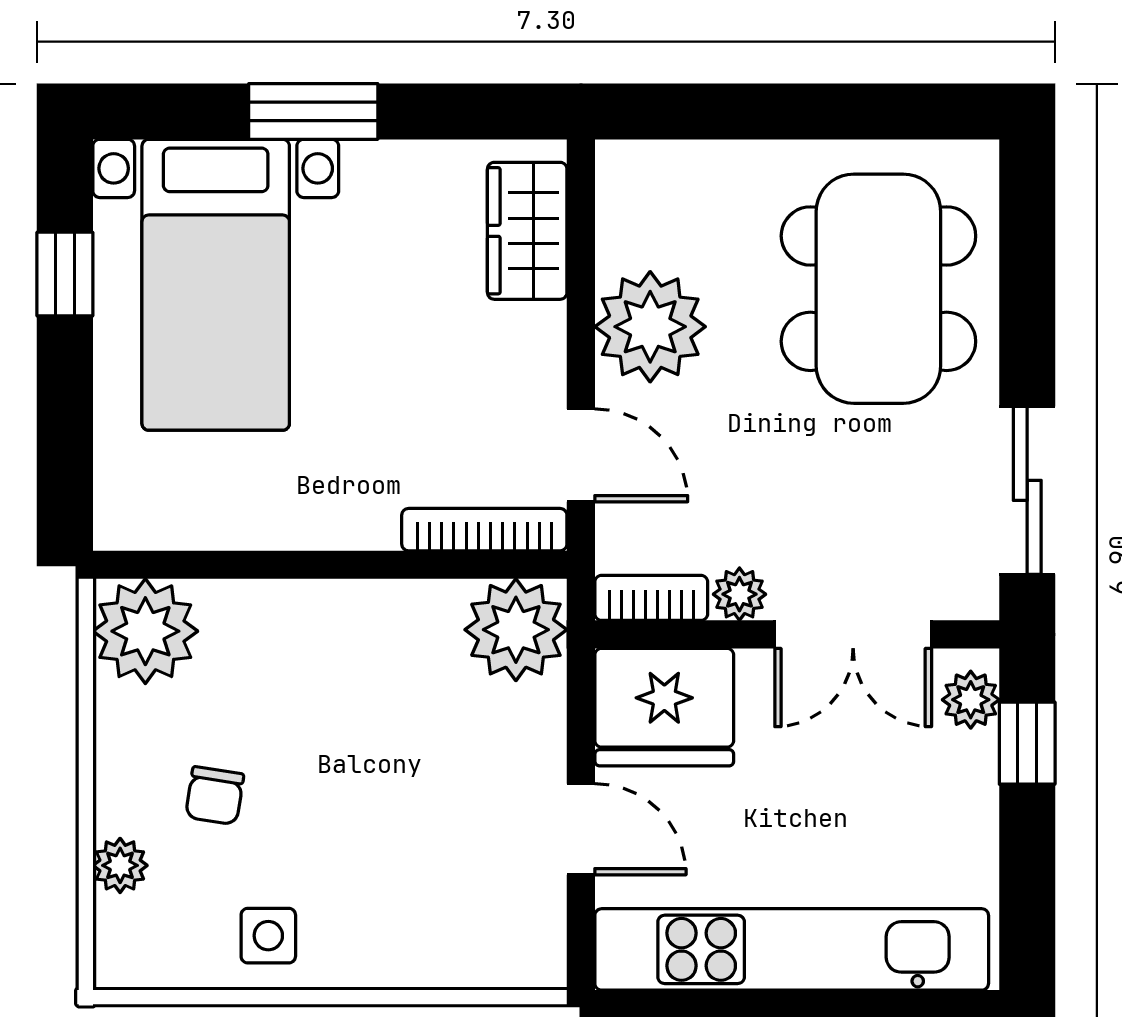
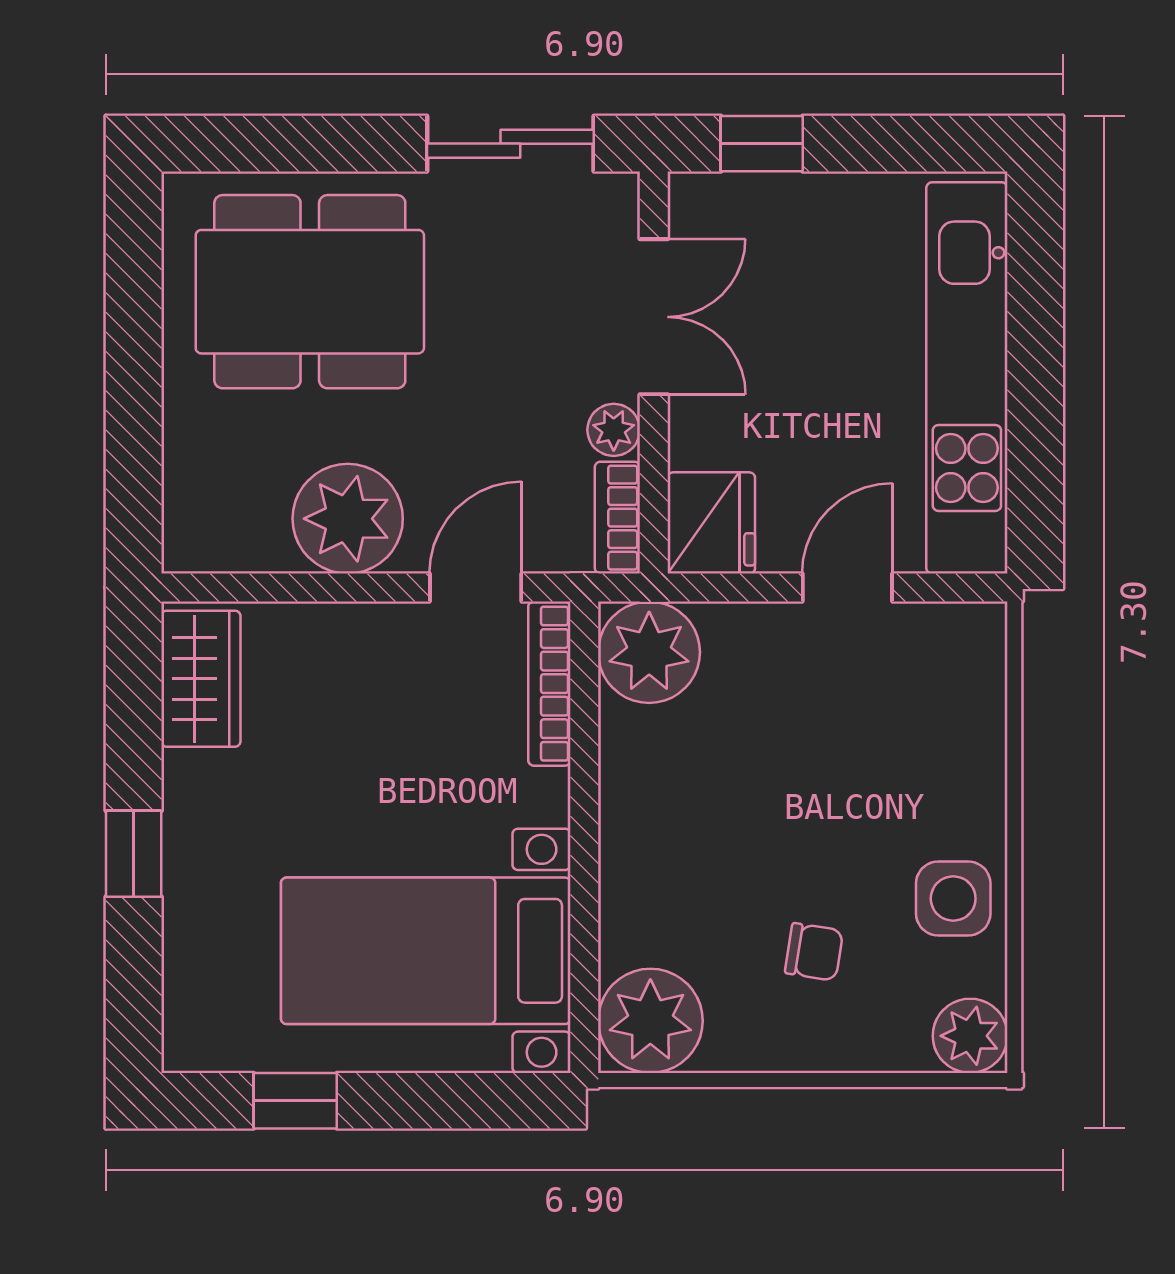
window: (313, 111) -> (134, 854), width x0.67
wardrobe: (527, 231) -> (201, 679), moved, turned -90
bed with nightstands: (216, 285) -> (426, 951), moved, turned 180
plant: (971, 700) -> (719, 200), removed
fridge: (664, 707) -> (711, 523), width x0.73, depth x0.75
plant: (120, 865) -> (970, 1036), moved, width x1.38, depth x1.38
side table: (268, 936) -> (953, 899), width x1.37, depth x1.37

